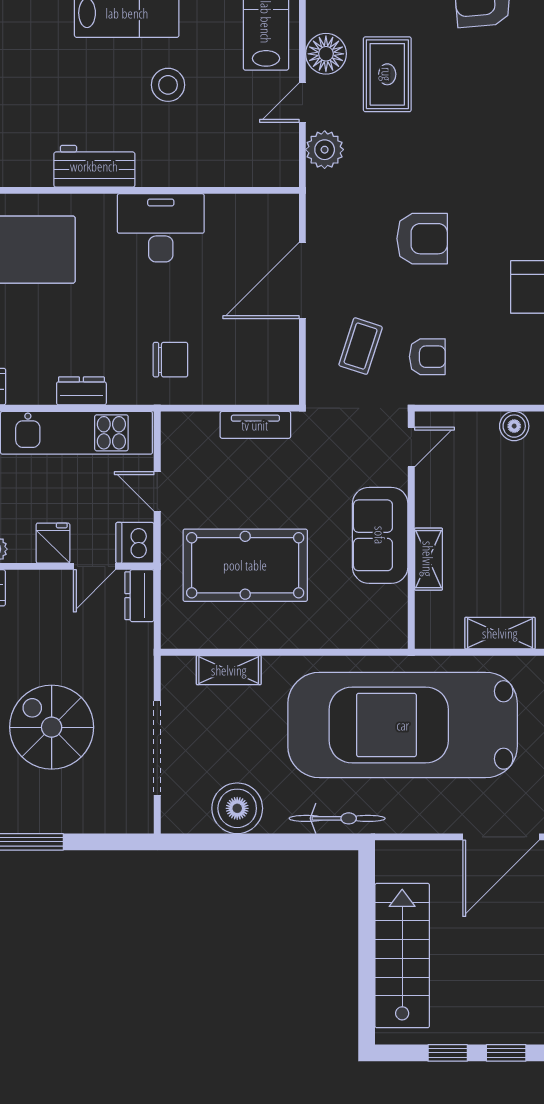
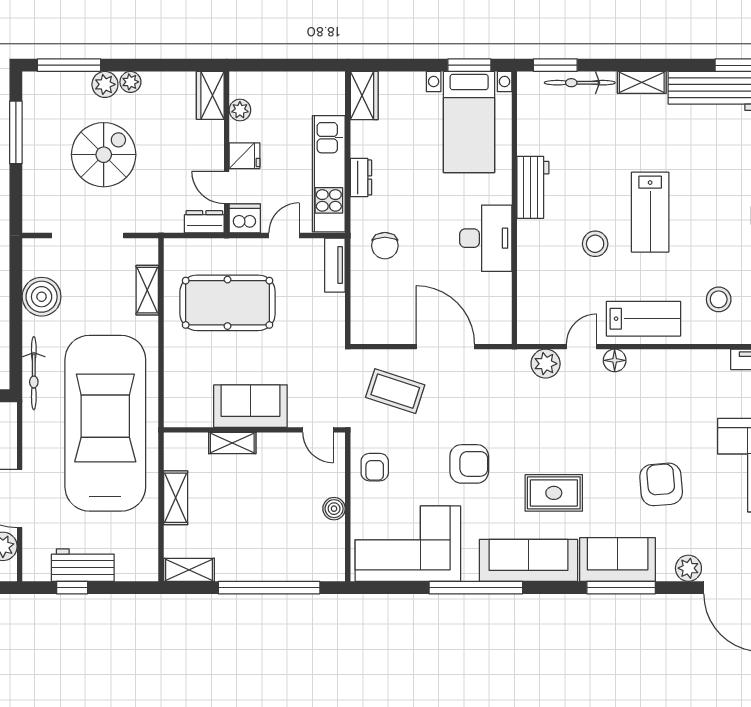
floor lamp: (326, 54) -> (615, 360), width x0.73, depth x0.73
rug: (387, 74) -> (554, 493), moved
door: (302, 103) -> (582, 347), hinge flipped
armchair: (422, 239) -> (469, 464), moved, turned -90
coffee table: (361, 346) -> (395, 391), width x1.36, depth x1.30
armchair: (427, 357) -> (375, 467), moved
tv unit: (255, 425) -> (335, 265), moved
pool table: (245, 565) -> (228, 303), turned 90

